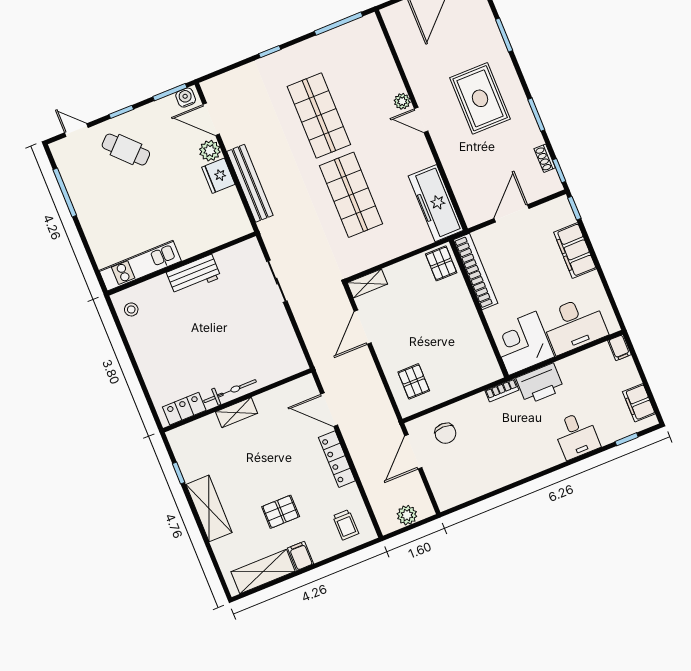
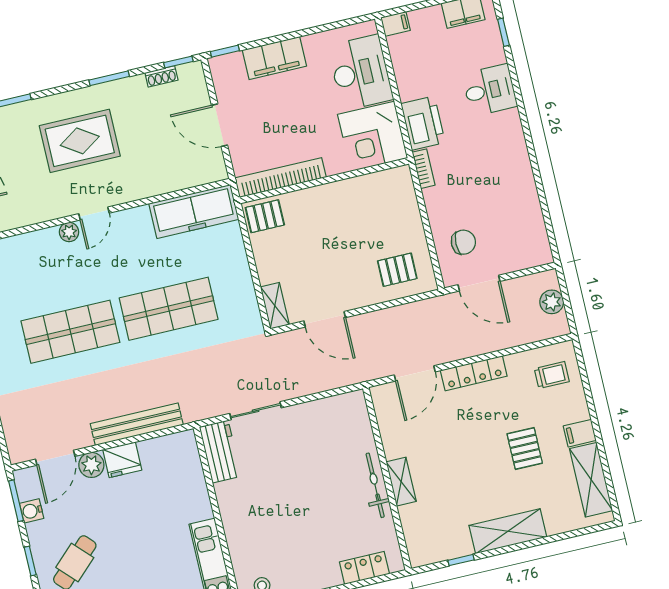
water cooler: (186, 98) -> (32, 511), moved
workbench: (194, 275) -> (220, 452), moved
locker: (184, 409) -> (364, 568), moved, turned 90

